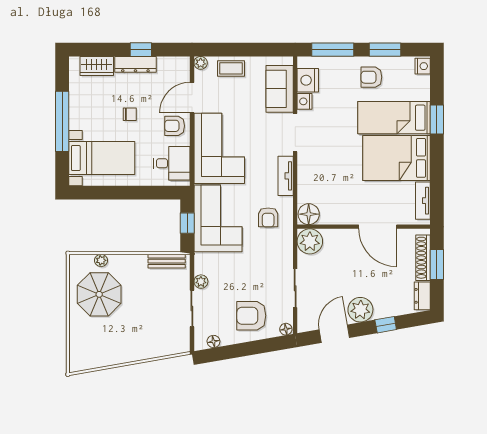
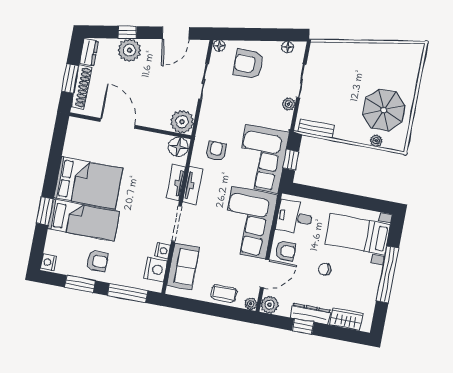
plant: (180, 66) -> (270, 305), added
tv unit: (423, 201) -> (176, 183), moved, turned 180
plant: (360, 310) -> (129, 50), moved
armchair: (251, 316) -> (248, 64), turned 180

